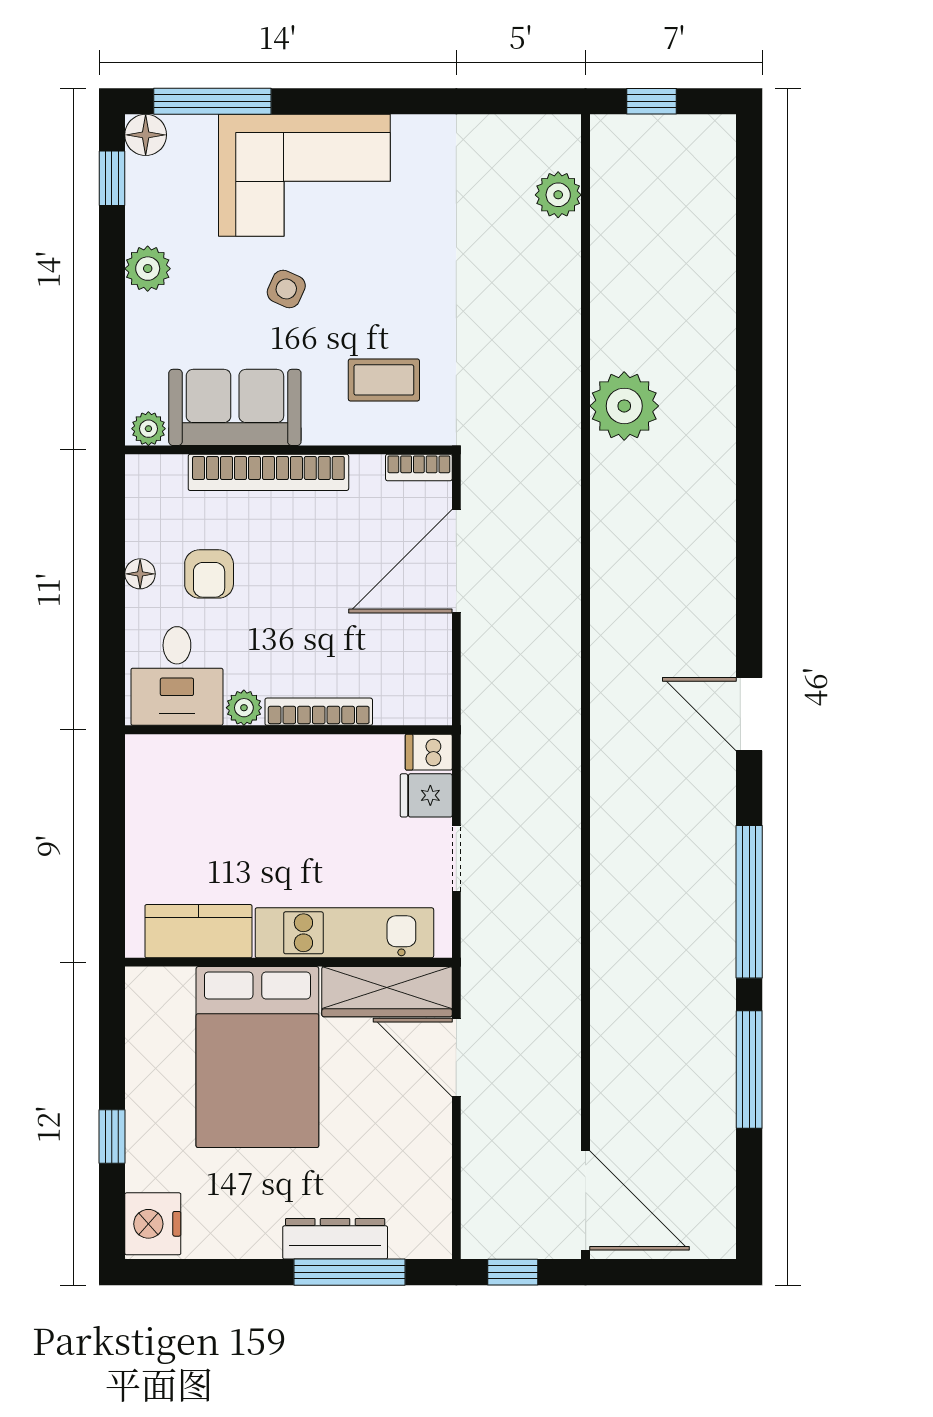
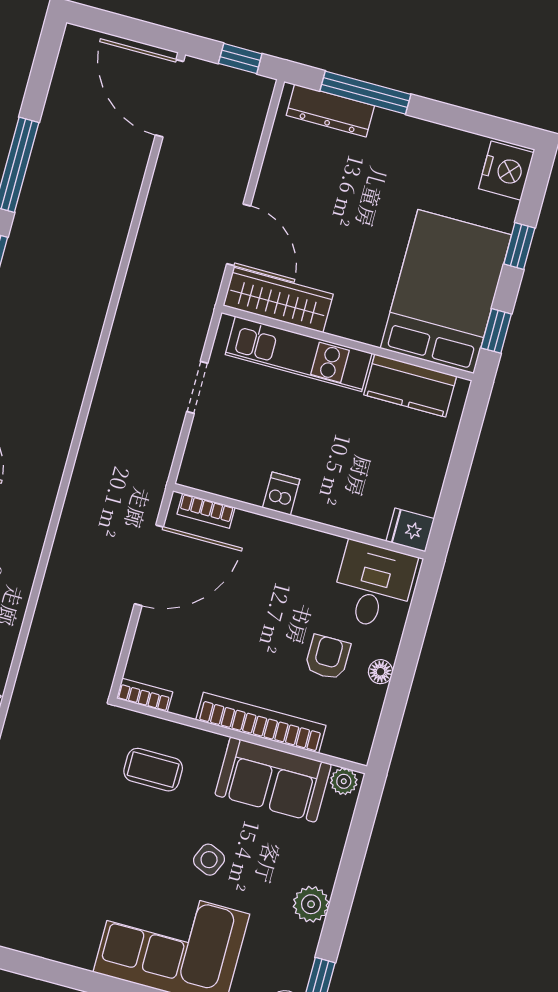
door: (456, 561) -> (149, 565), moved
plant: (244, 708) -> (329, 547), removed
bookcase: (319, 712) -> (206, 511), moved, width x0.64
dishwasher: (429, 752) -> (281, 494), moved, turned -90
fridge: (426, 795) -> (410, 530), moved, turned 180
window: (112, 1026) -> (496, 331), added
bed: (257, 1057) -> (446, 292), moved
dresser: (335, 1239) -> (330, 111), moved

